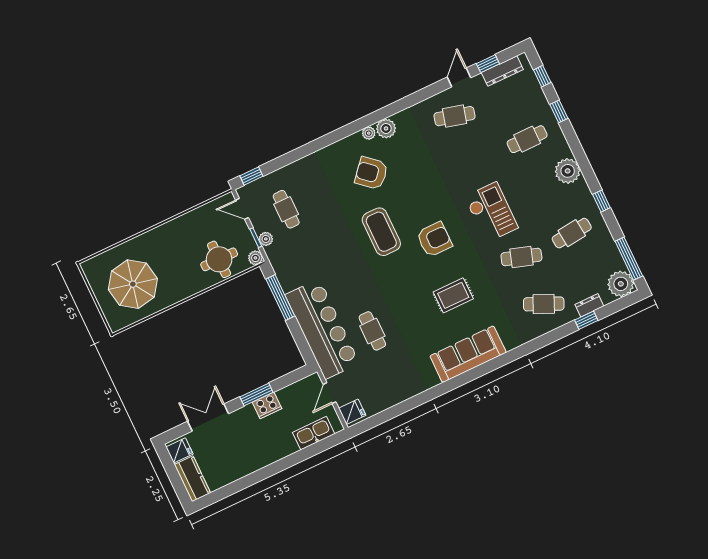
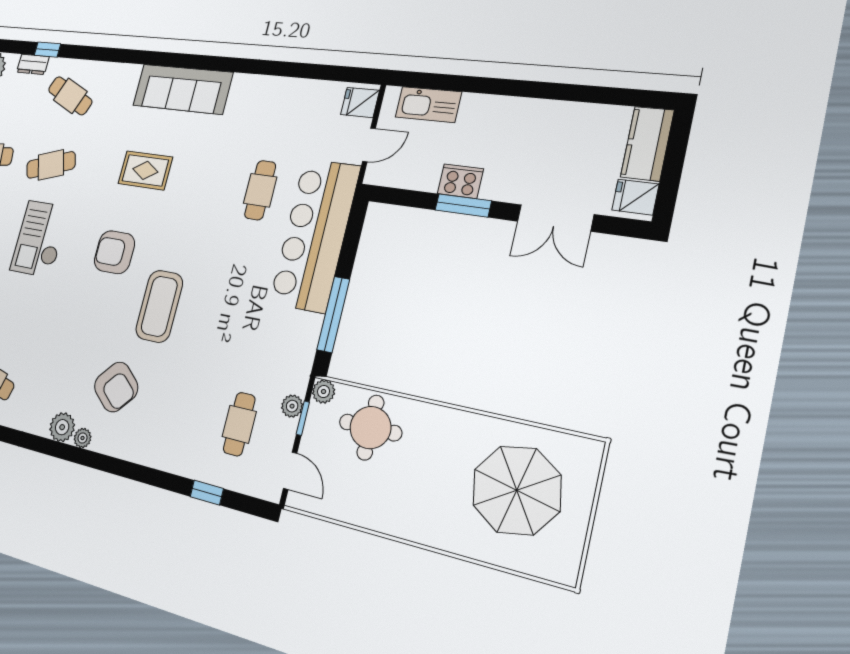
window: (251, 176) -> (207, 493), moved
cafe table: (521, 257) -> (51, 165), turned -36

